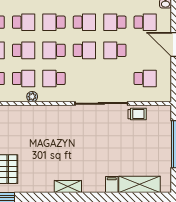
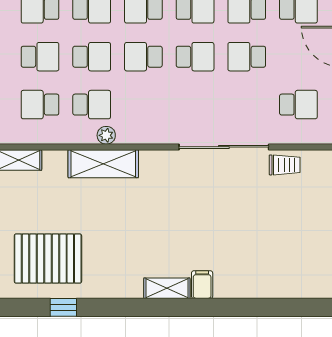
school desk: (54, 78) -> (143, 105), removed
filing cabinet: (112, 184) -> (202, 285), moved
shelving: (140, 184) -> (103, 164), moved

